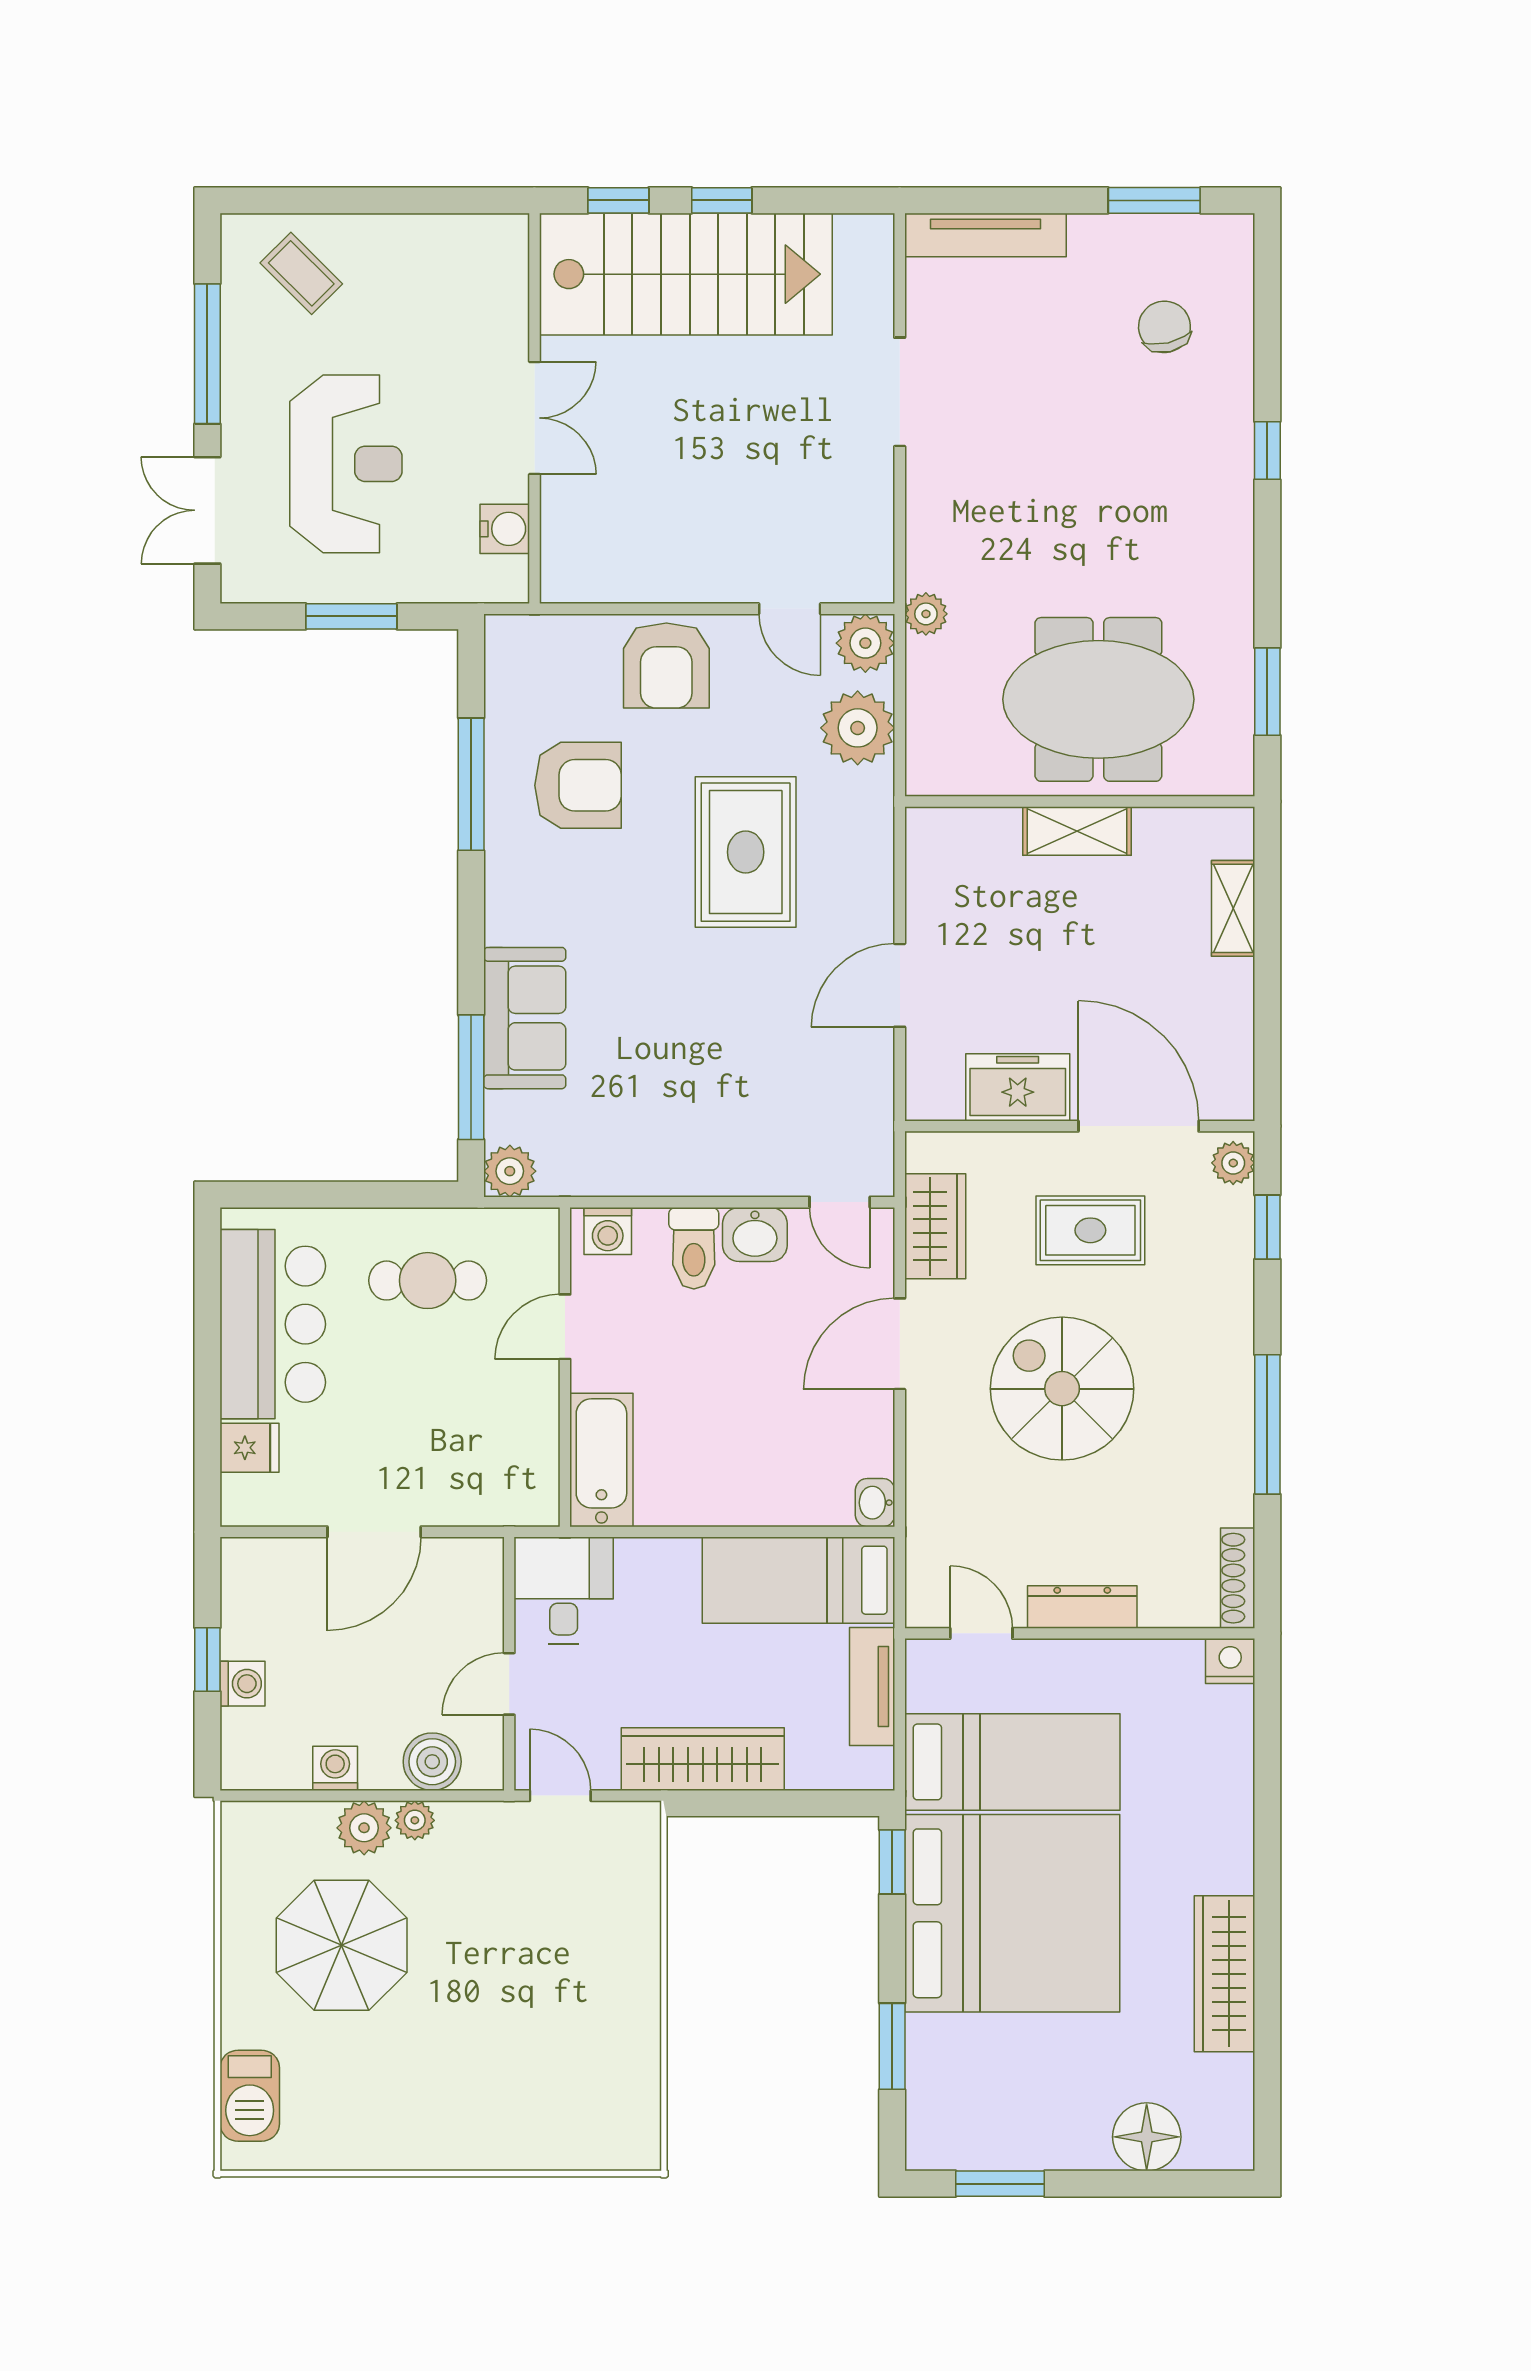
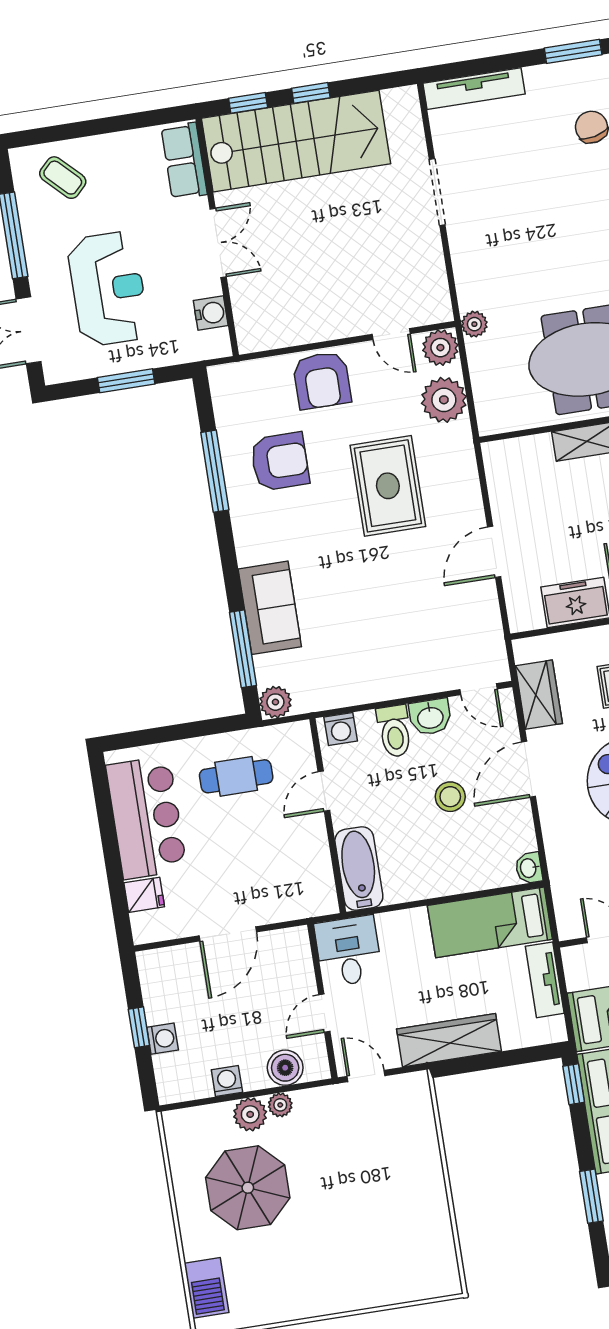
row of seats: (501, 277) -> (184, 161), added
stool: (767, 1368) -> (450, 797), added

